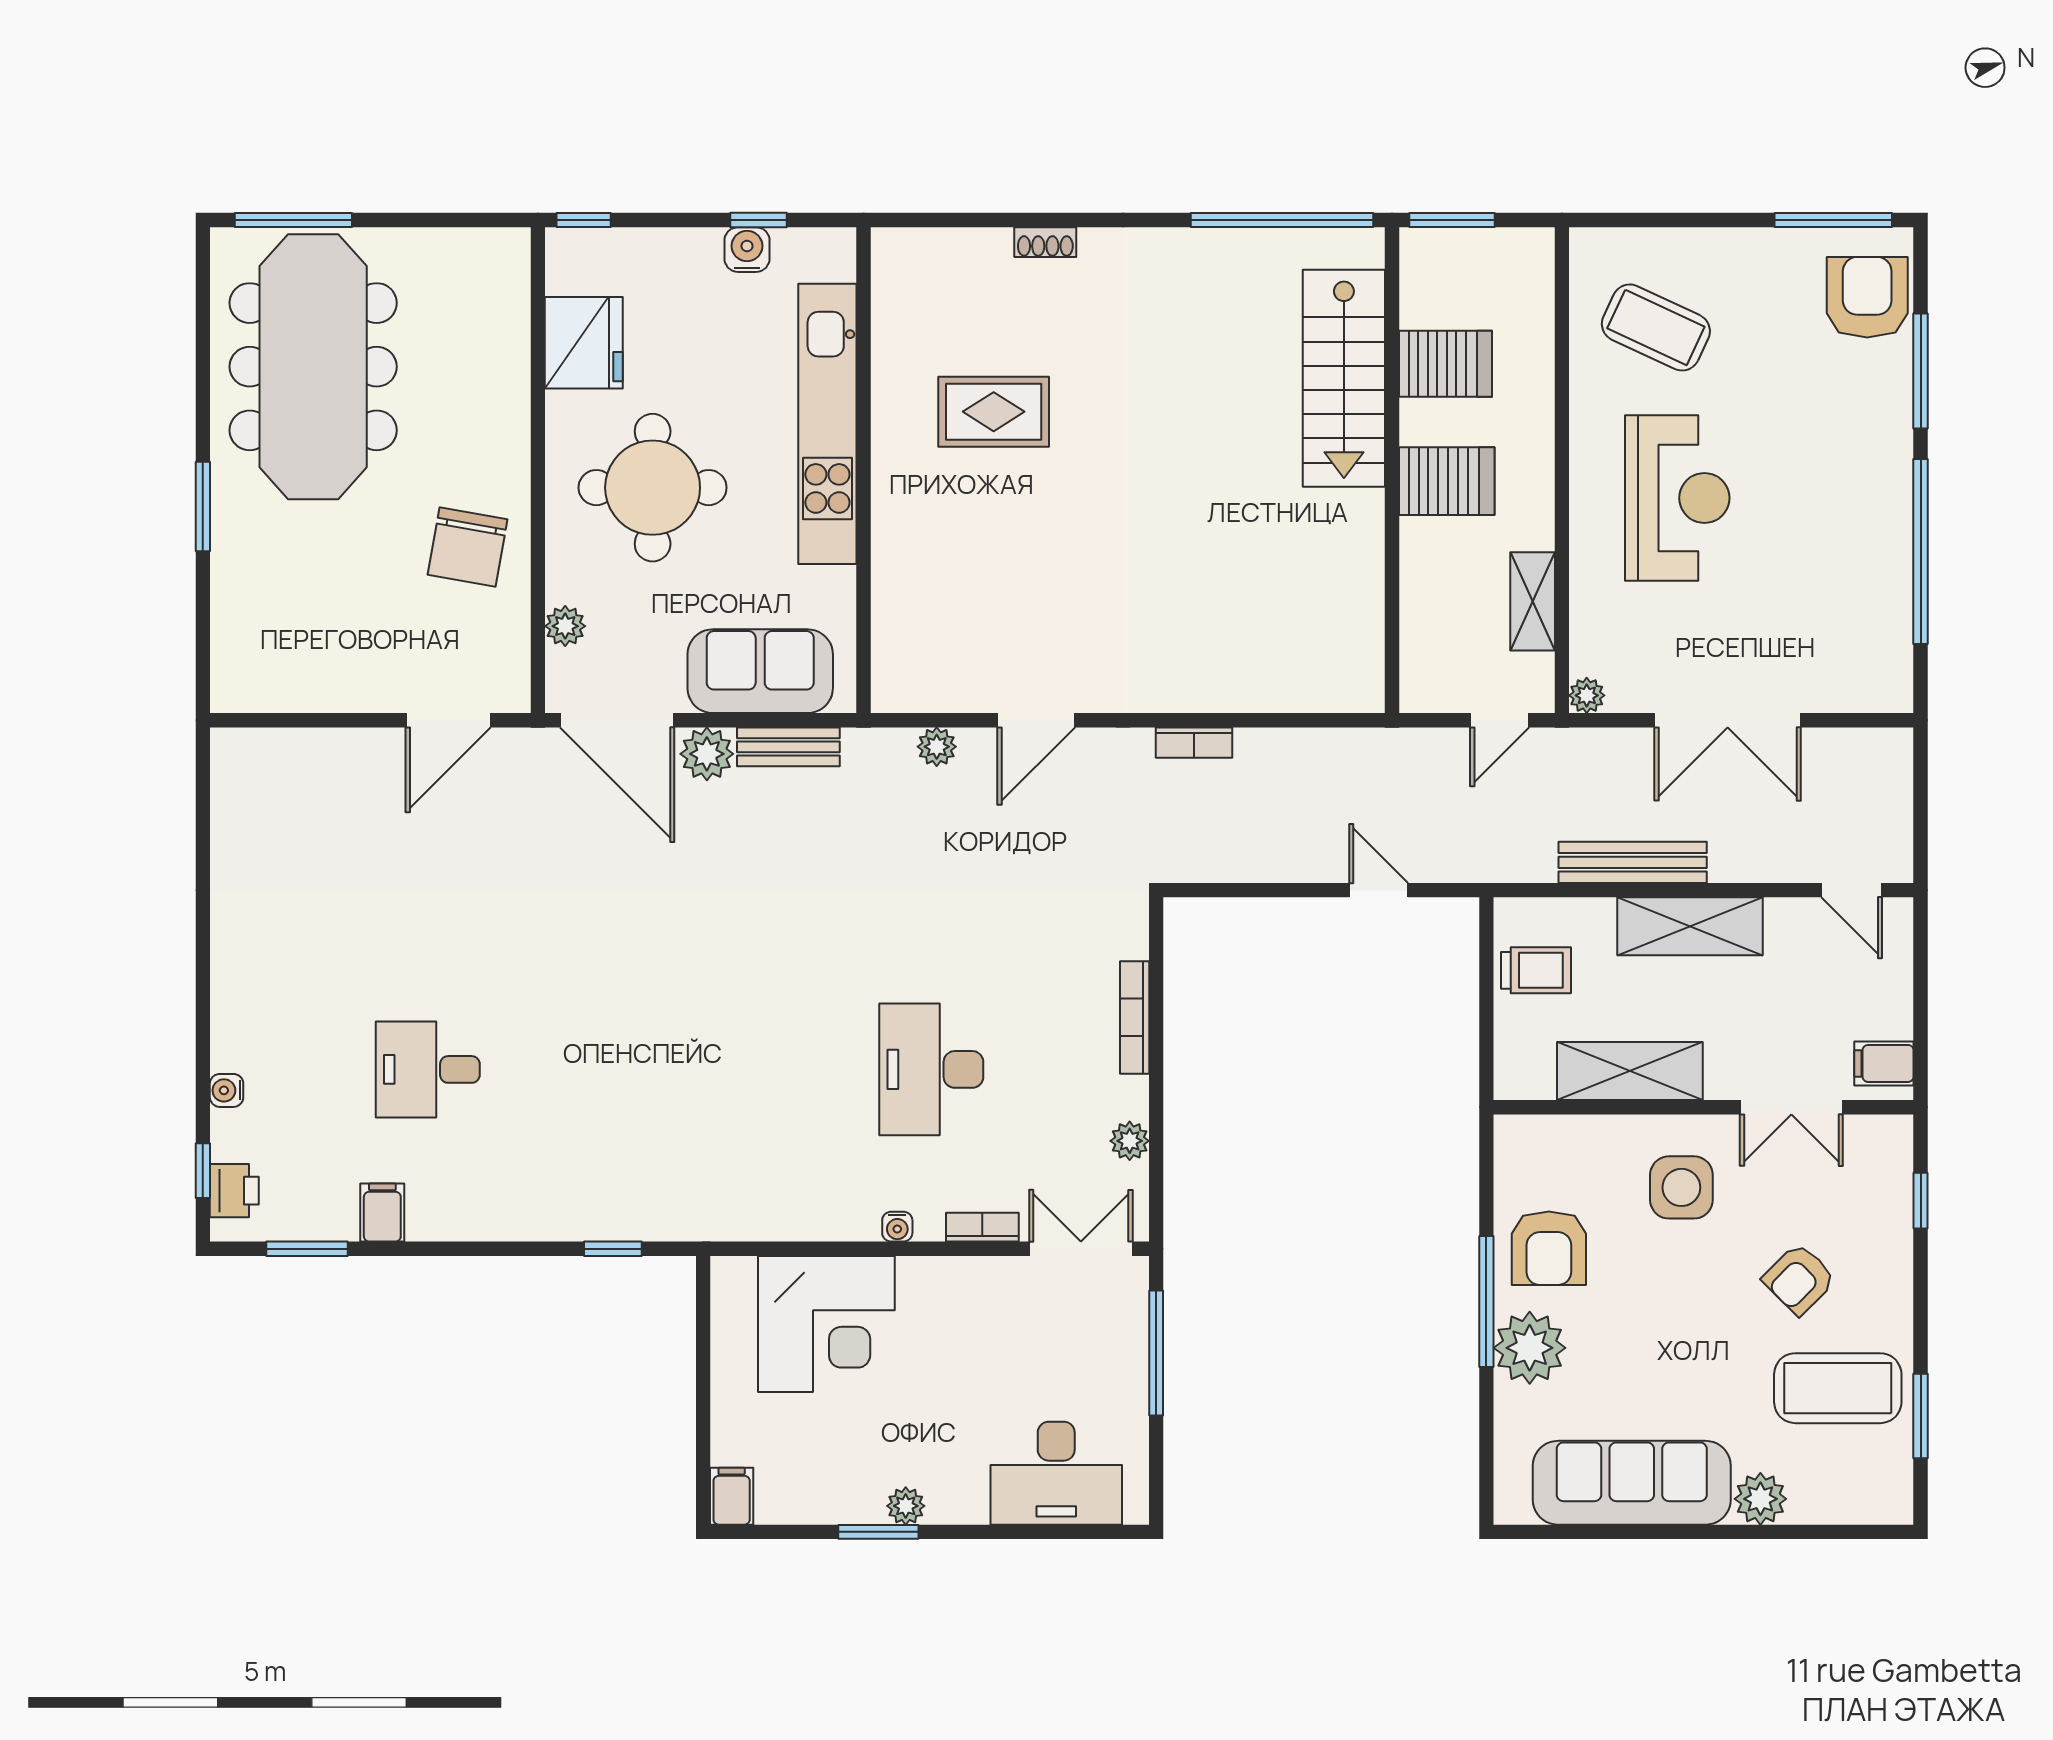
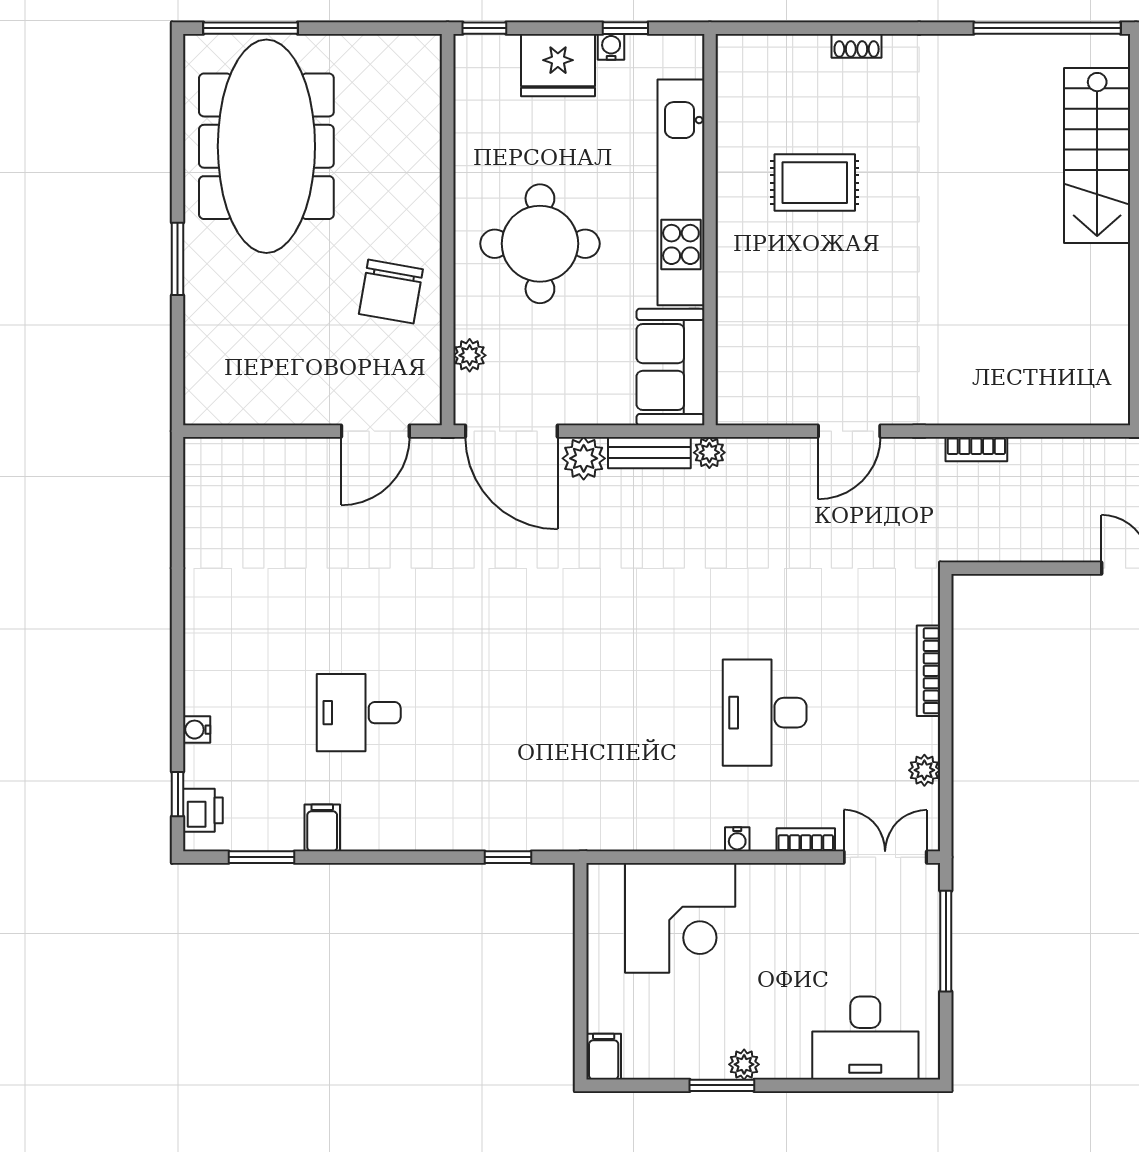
water cooler: (747, 250) -> (611, 47), width x0.72, depth x0.72
fridge: (584, 343) -> (558, 65), moved, turned 90
sofa: (760, 671) -> (670, 367), moved, turned -90
plant: (937, 747) -> (709, 453), moved

